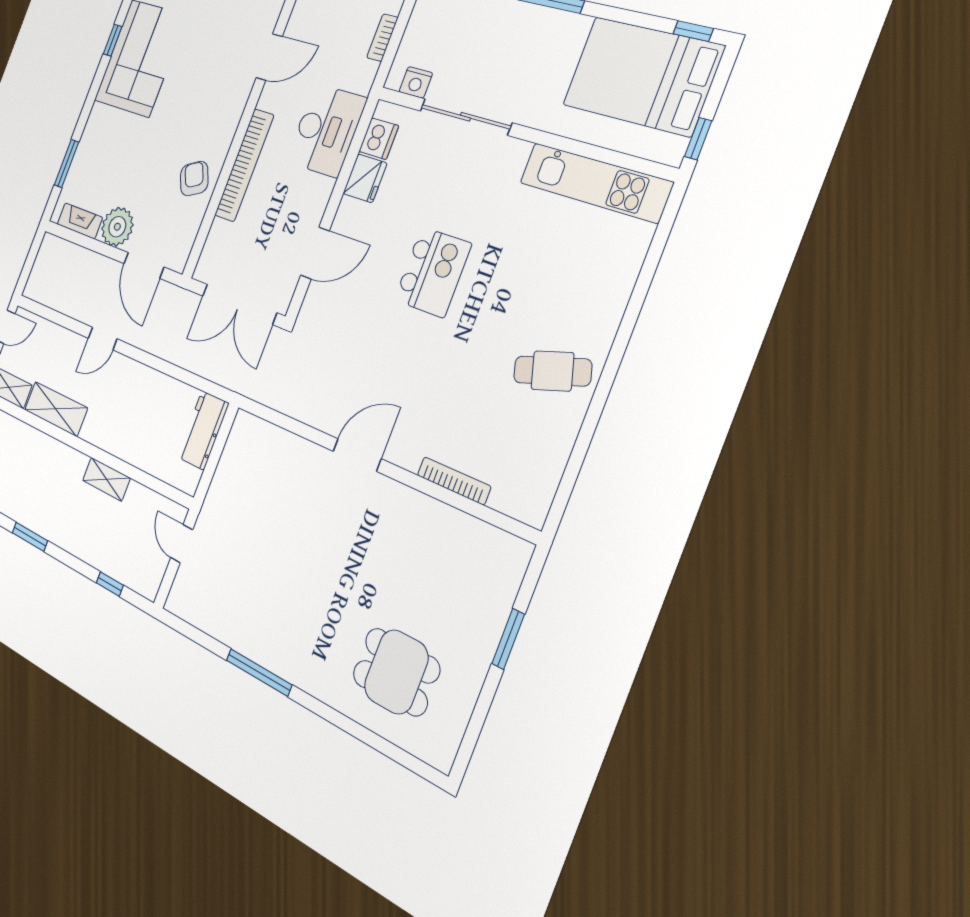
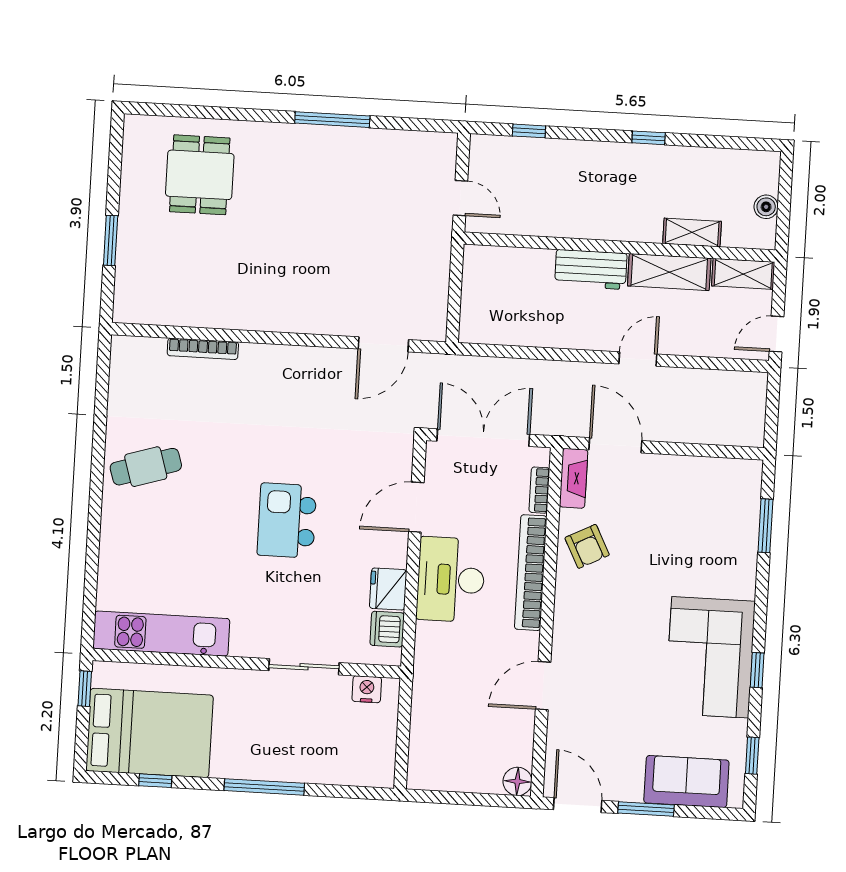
window: (693, 31) -> (155, 781), moved
bookcase: (382, 38) -> (539, 490), moved, turned 180
sliding door: (465, 117) -> (304, 667), width x0.73
desk: (326, 130) -> (451, 580), moved
fireplace: (80, 221) -> (574, 478), moved, turned -90
plant: (117, 227) -> (667, 476), removed
workbench: (203, 430) -> (591, 269), moved, turned 90
door: (357, 455) -> (383, 344), moved
shelving: (106, 479) -> (692, 232), moved
window: (30, 537) -> (649, 138), width x0.67
dining table: (396, 672) -> (200, 175), turned 90

